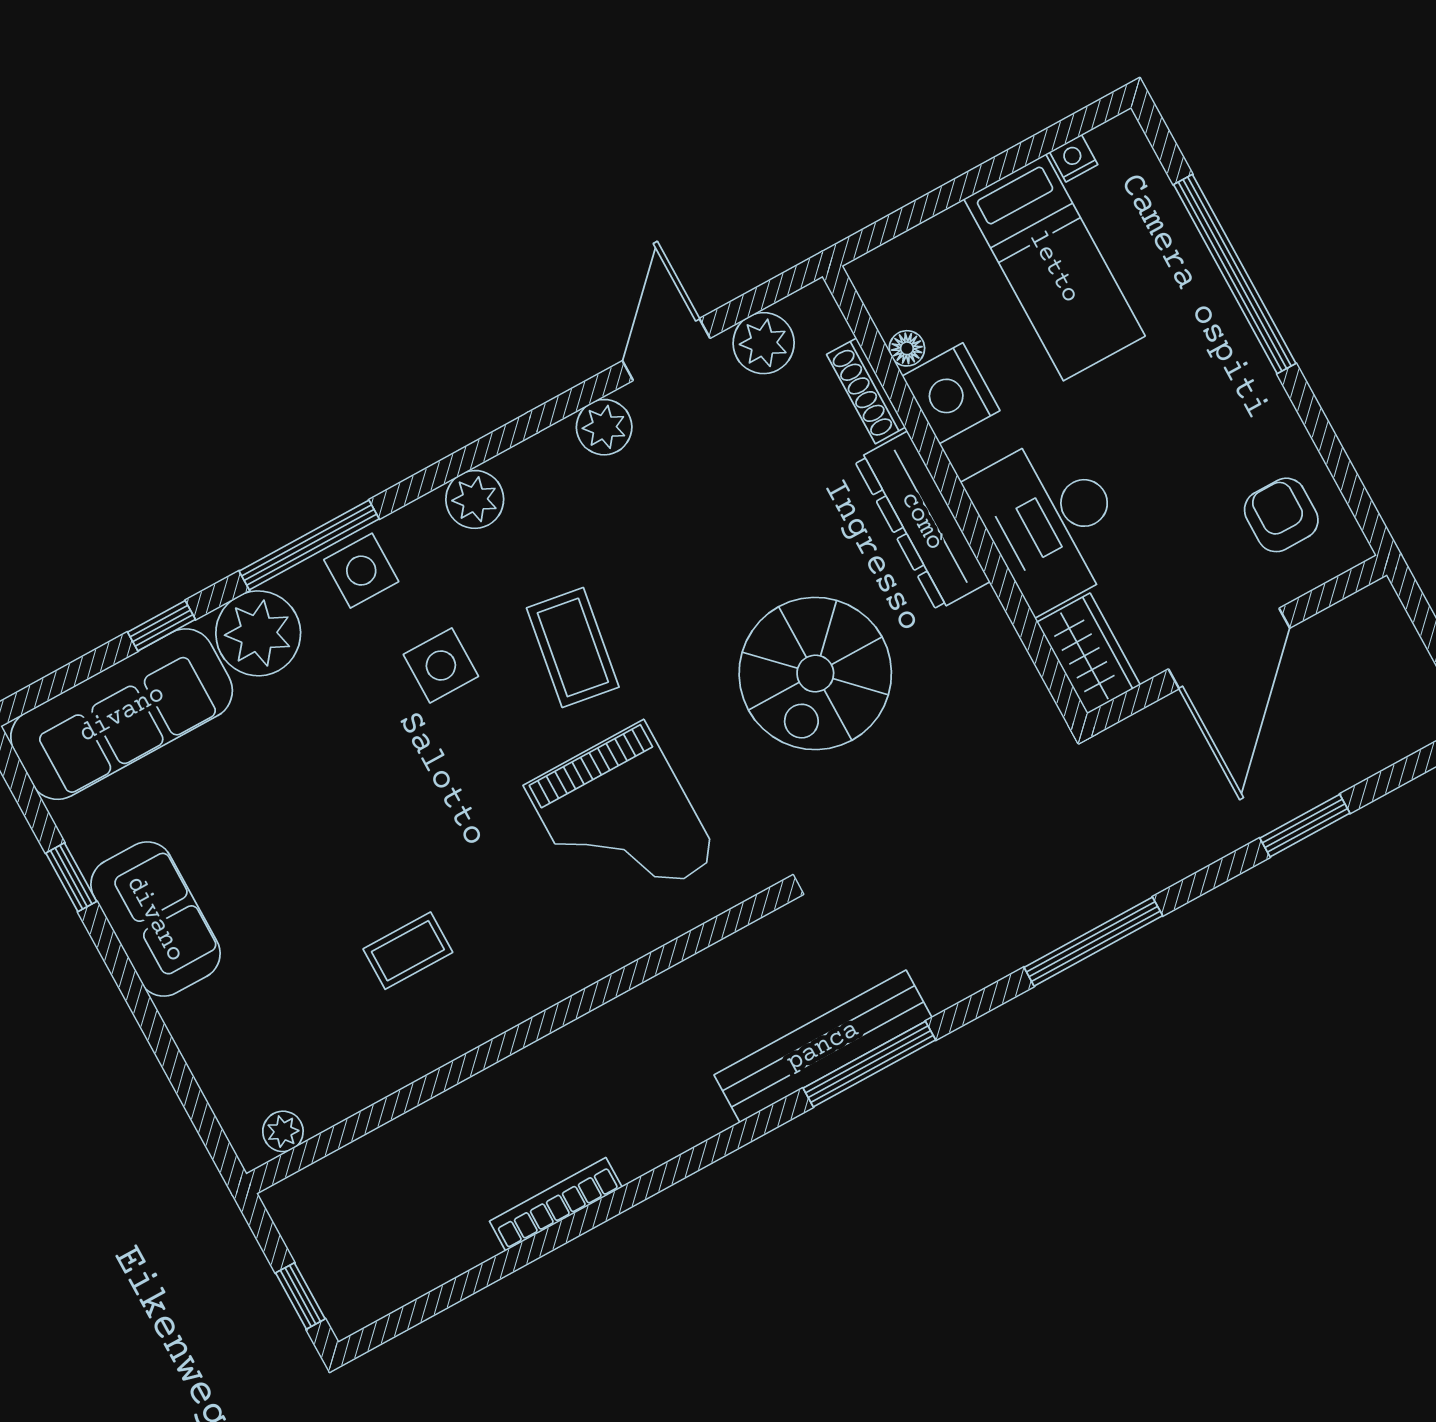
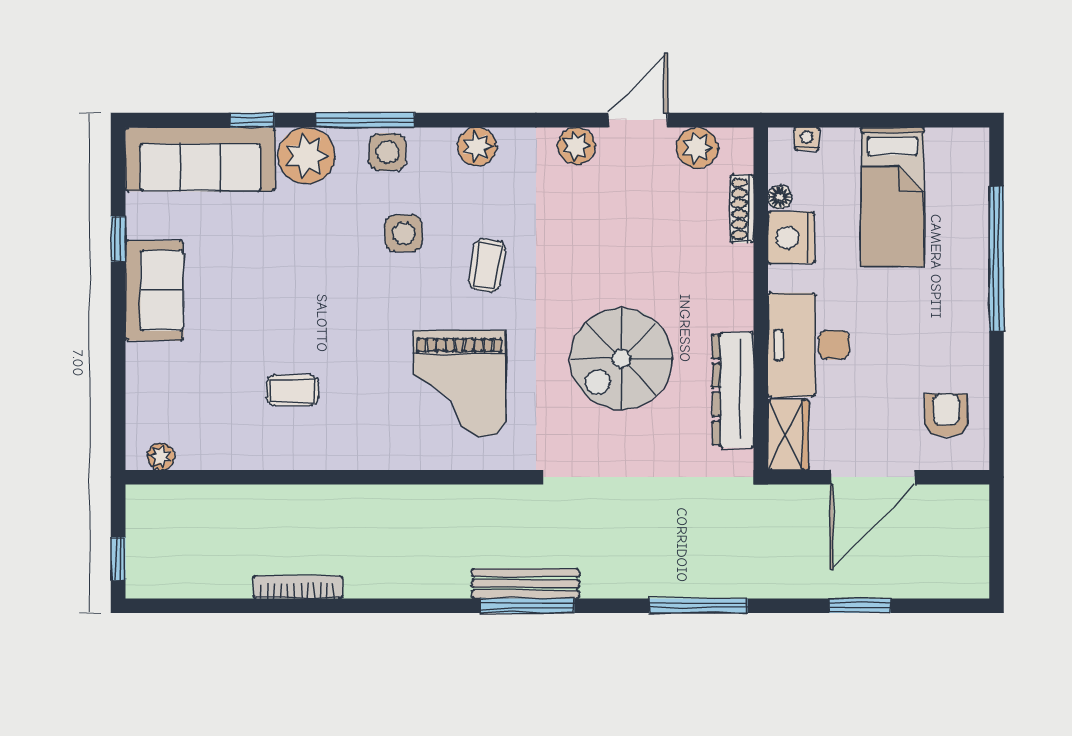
nightstand: (1074, 158) -> (807, 139), moved
dresser: (922, 521) -> (733, 390), moved
coffee table: (573, 647) -> (487, 265), width x0.73, depth x0.77
bench: (823, 1046) -> (525, 584), width x0.73, depth x0.82

